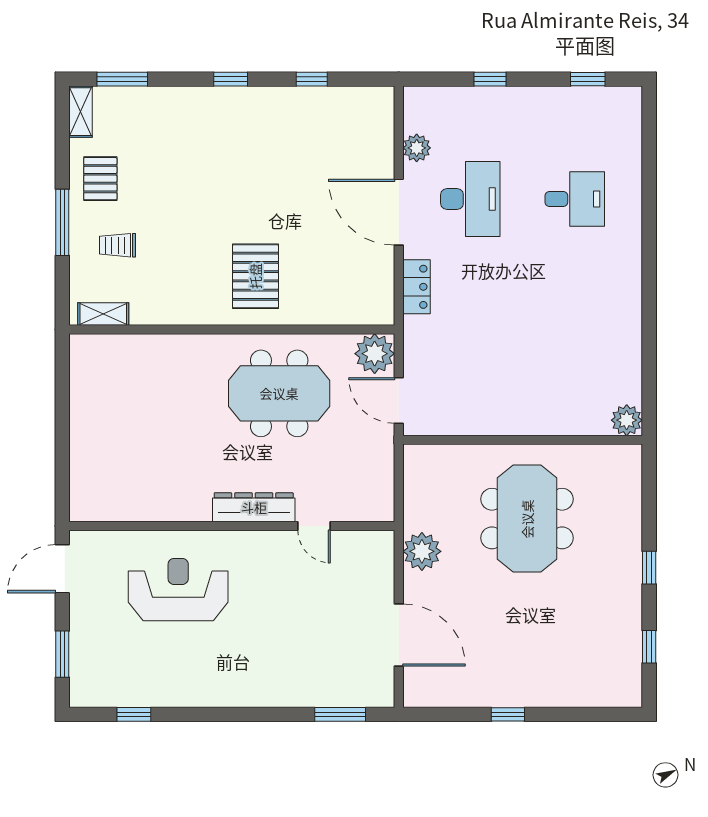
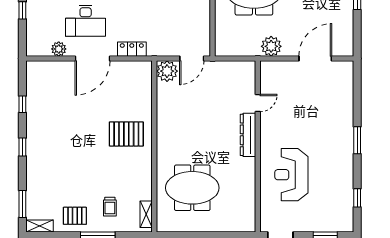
desk: (470, 199) -> (86, 21), turned 180
meeting table: (279, 393) -> (192, 188), moved, turned 90
window: (340, 714) -> (357, 140), moved

